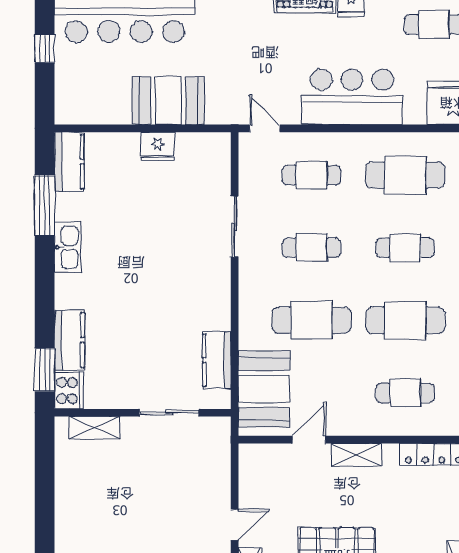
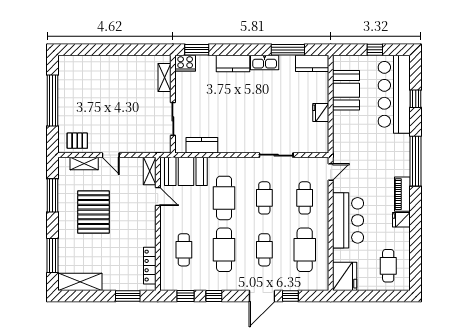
booth: (168, 101) -> (346, 90), moved
kitchen counter: (69, 340) -> (233, 64), moved
shelving: (356, 455) -> (150, 171), moved

